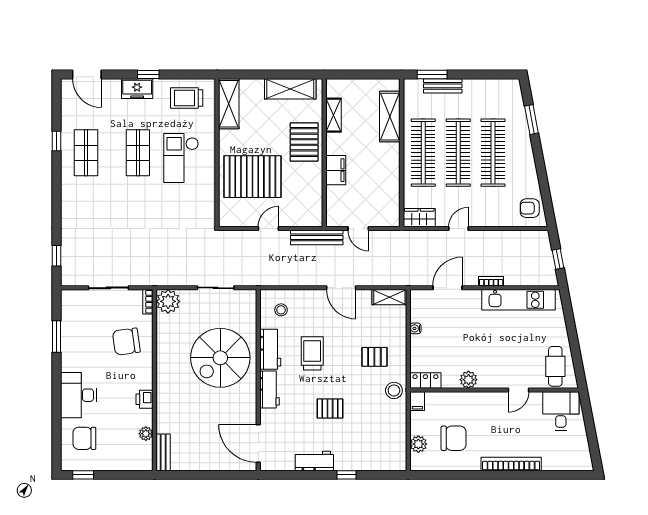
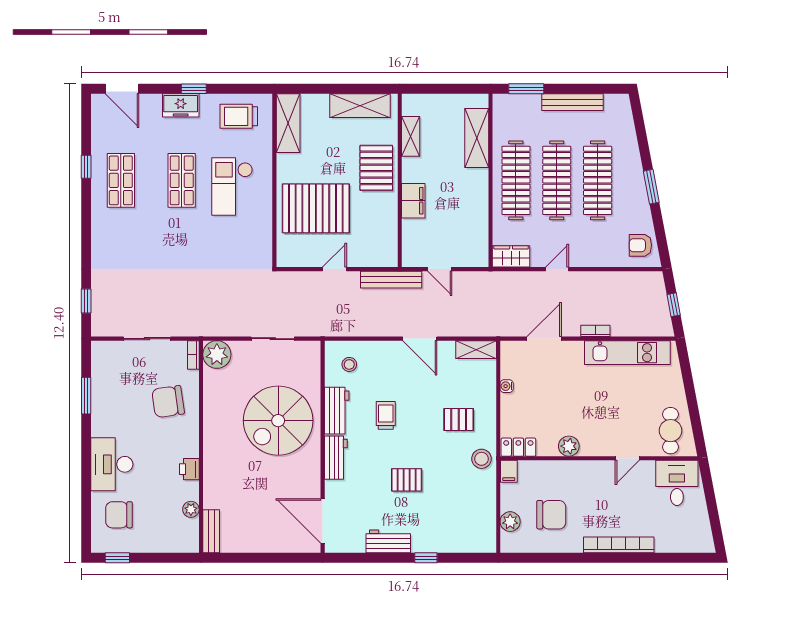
bench: (443, 86) -> (572, 102), moved, width x1.36
window: (531, 120) -> (651, 187), moved
trolley: (312, 353) -> (386, 415), width x0.73, depth x0.72

